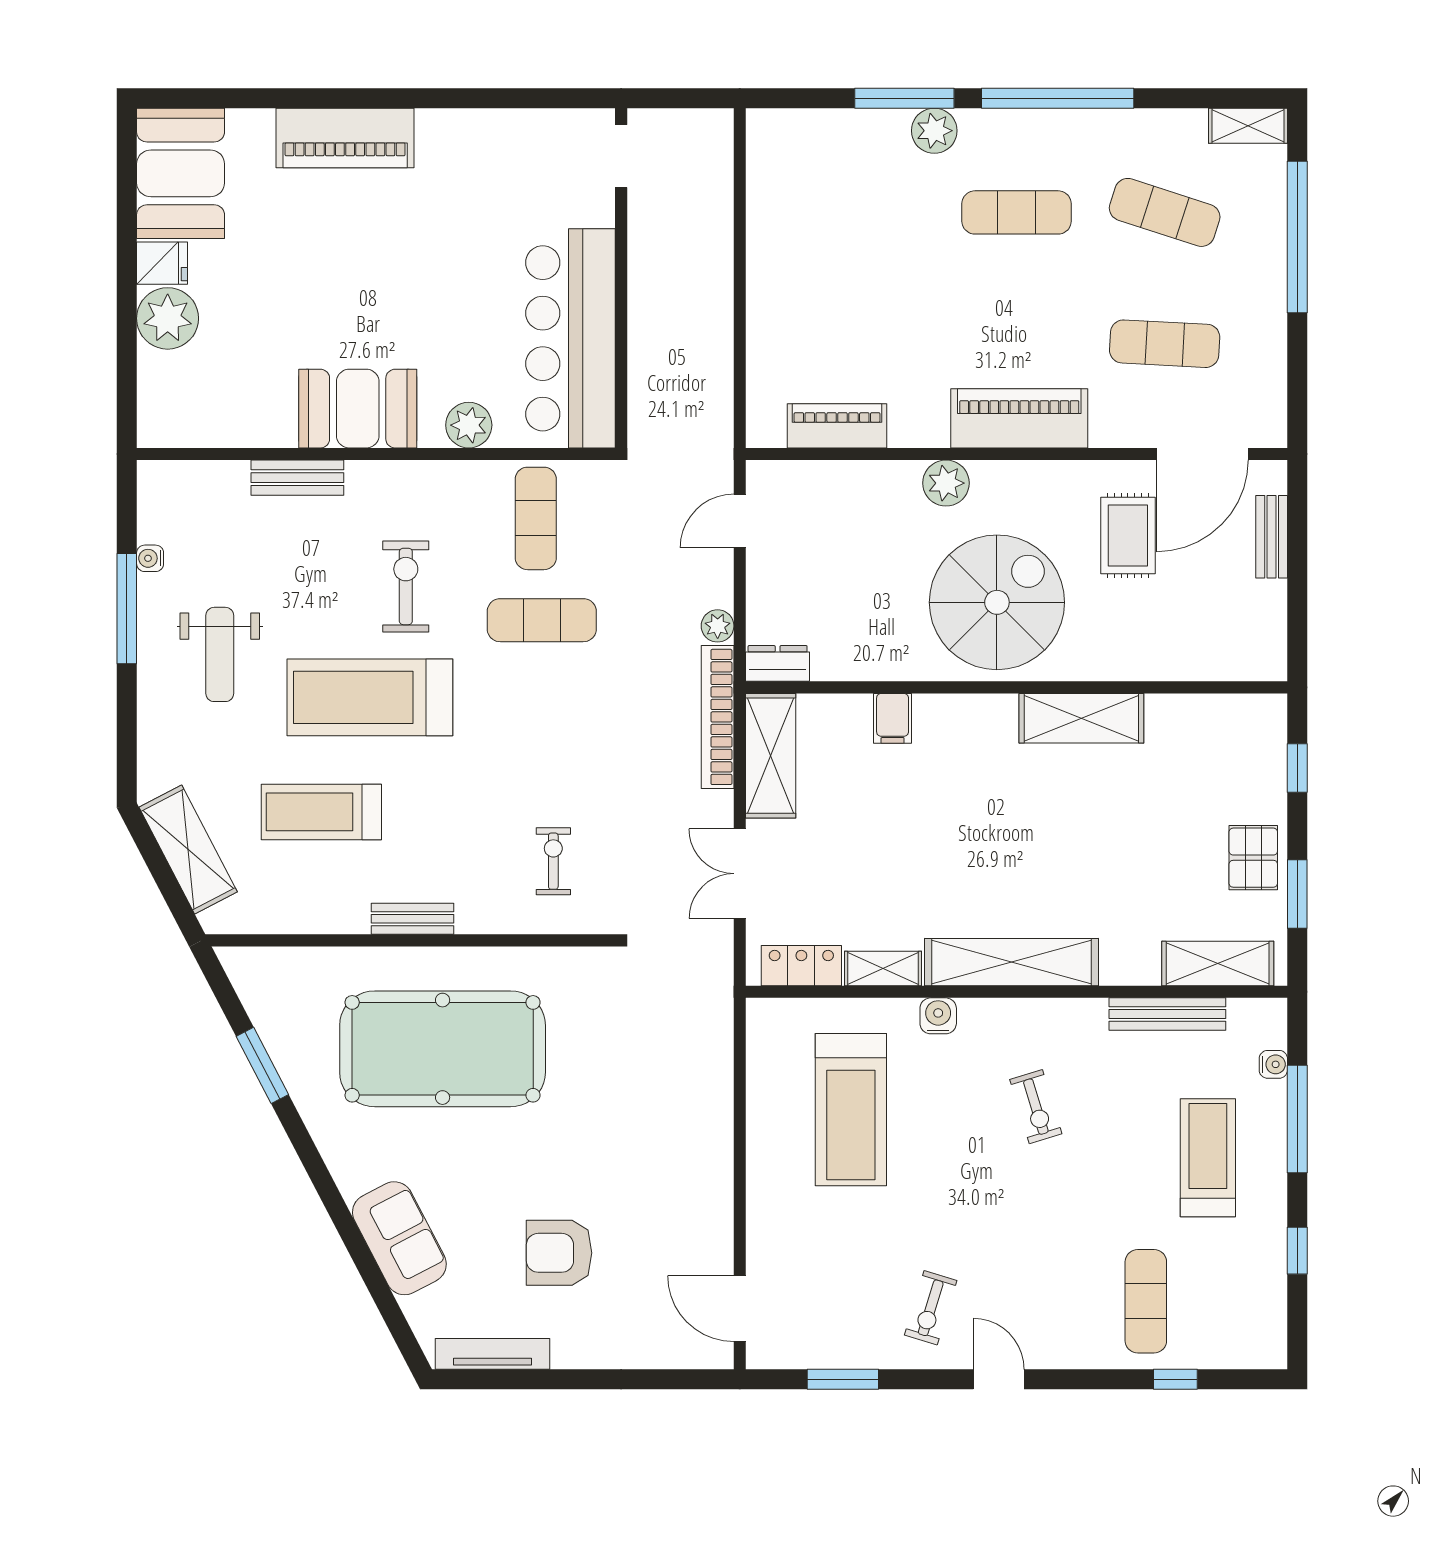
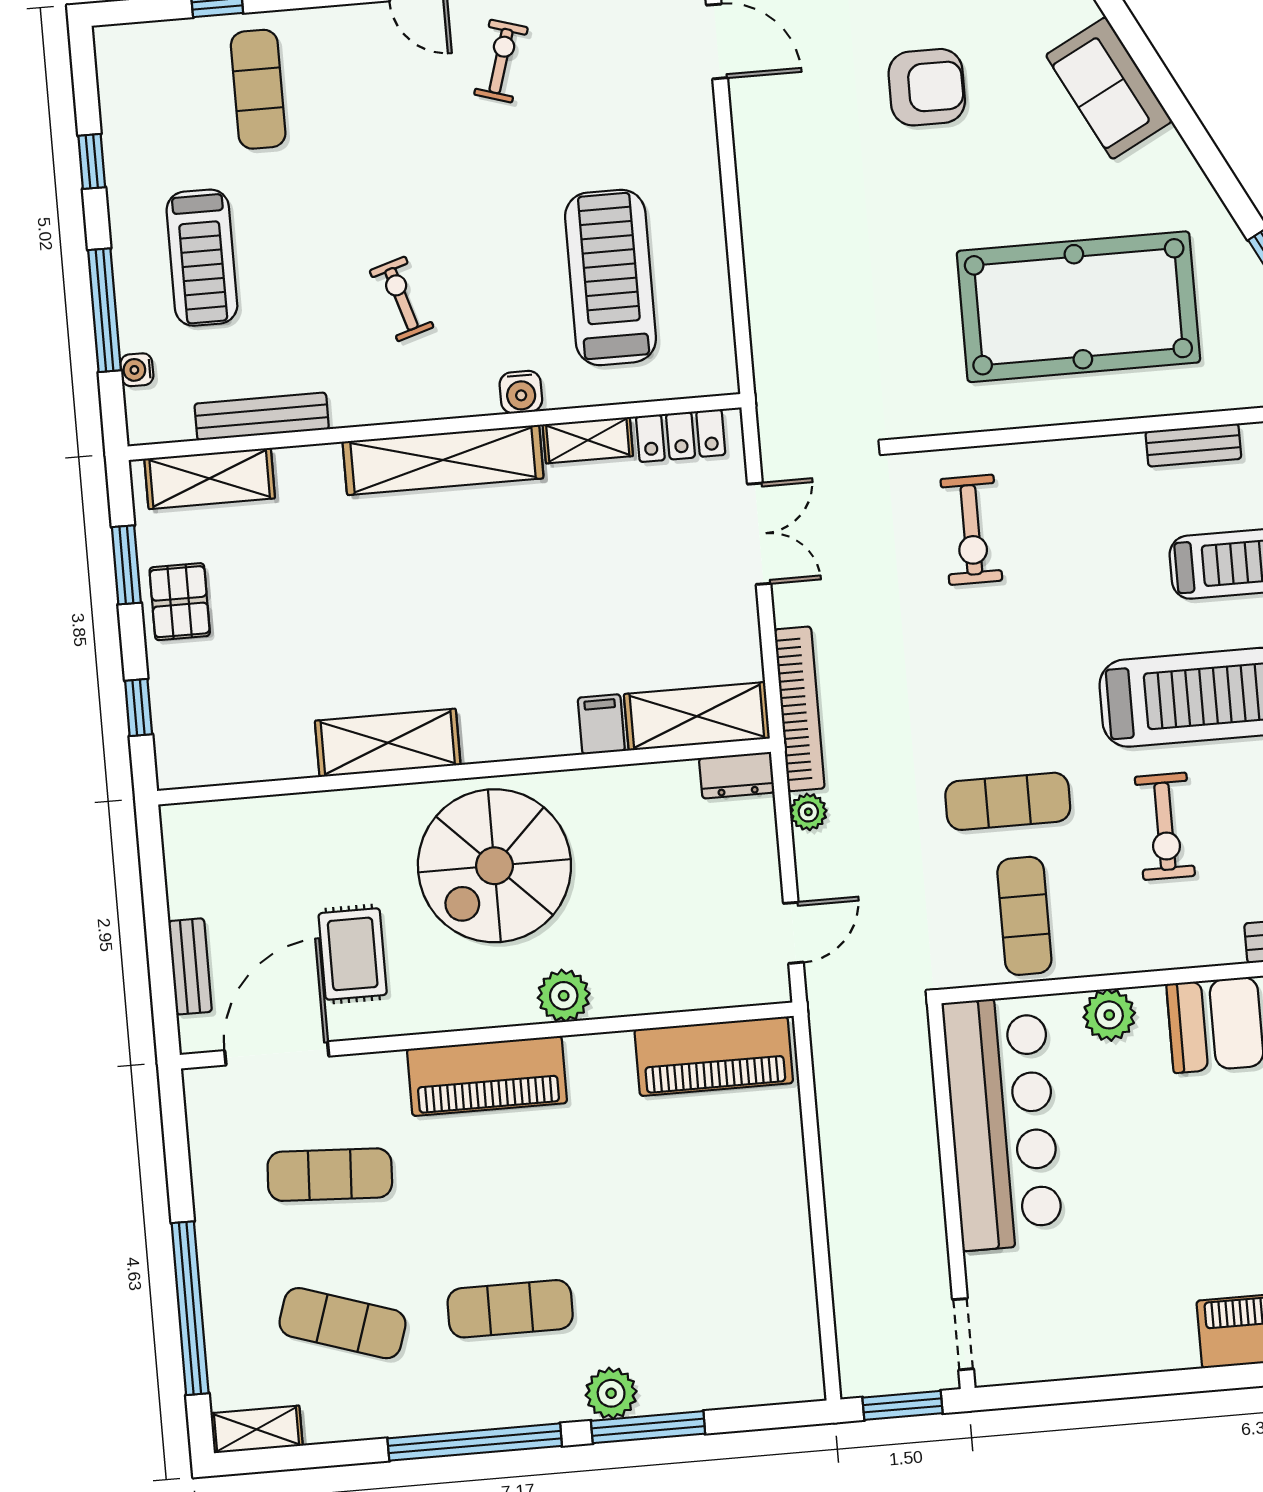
window: (680, 98) -> (903, 1405), added
piano: (837, 426) -> (714, 1056), width x1.37, depth x1.33
shelving: (771, 756) -> (697, 716), moved, turned 90
exercise bike: (553, 861) -> (971, 530), width x1.38, depth x1.39
bench: (413, 919) -> (1193, 445), moved

